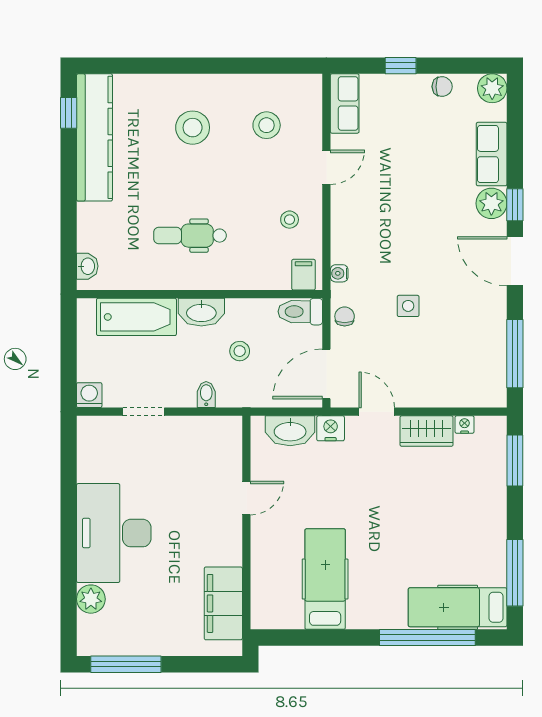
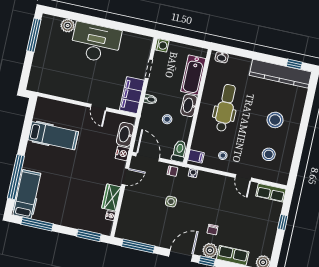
chair: (442, 87) -> (213, 230), moved
dental chair: (190, 236) -> (225, 108), width x1.36, depth x1.38
filing cabinet: (223, 603) -> (132, 95), moved, turned -90

